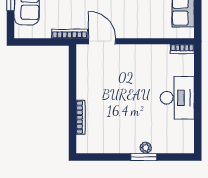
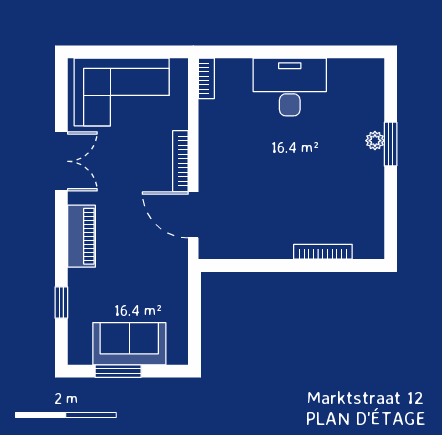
bookcase: (70, 34) -> (180, 161), moved
door: (102, 41) -> (193, 215), hinge flipped

